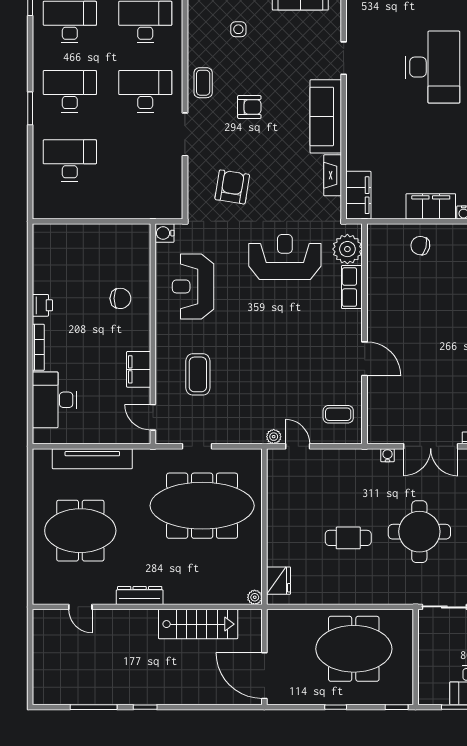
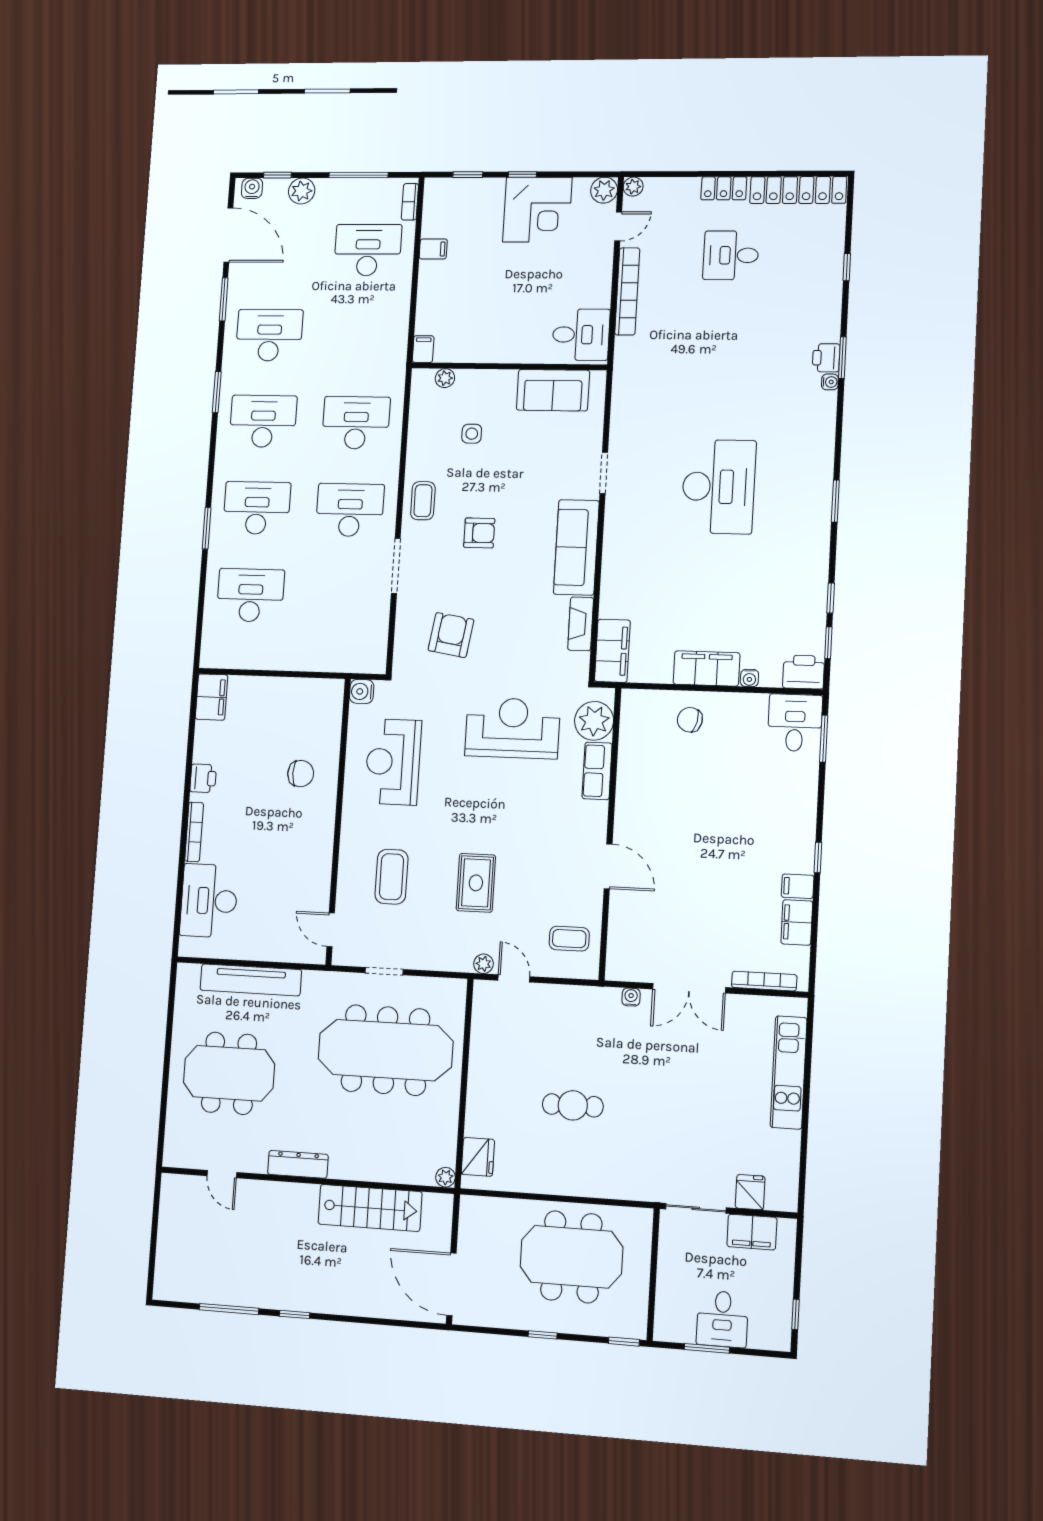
filing cabinet: (139, 369) -> (211, 697), moved, turned 180
rug: (264, 376) -> (476, 883), added
round table: (419, 532) -> (668, 1103), removed

